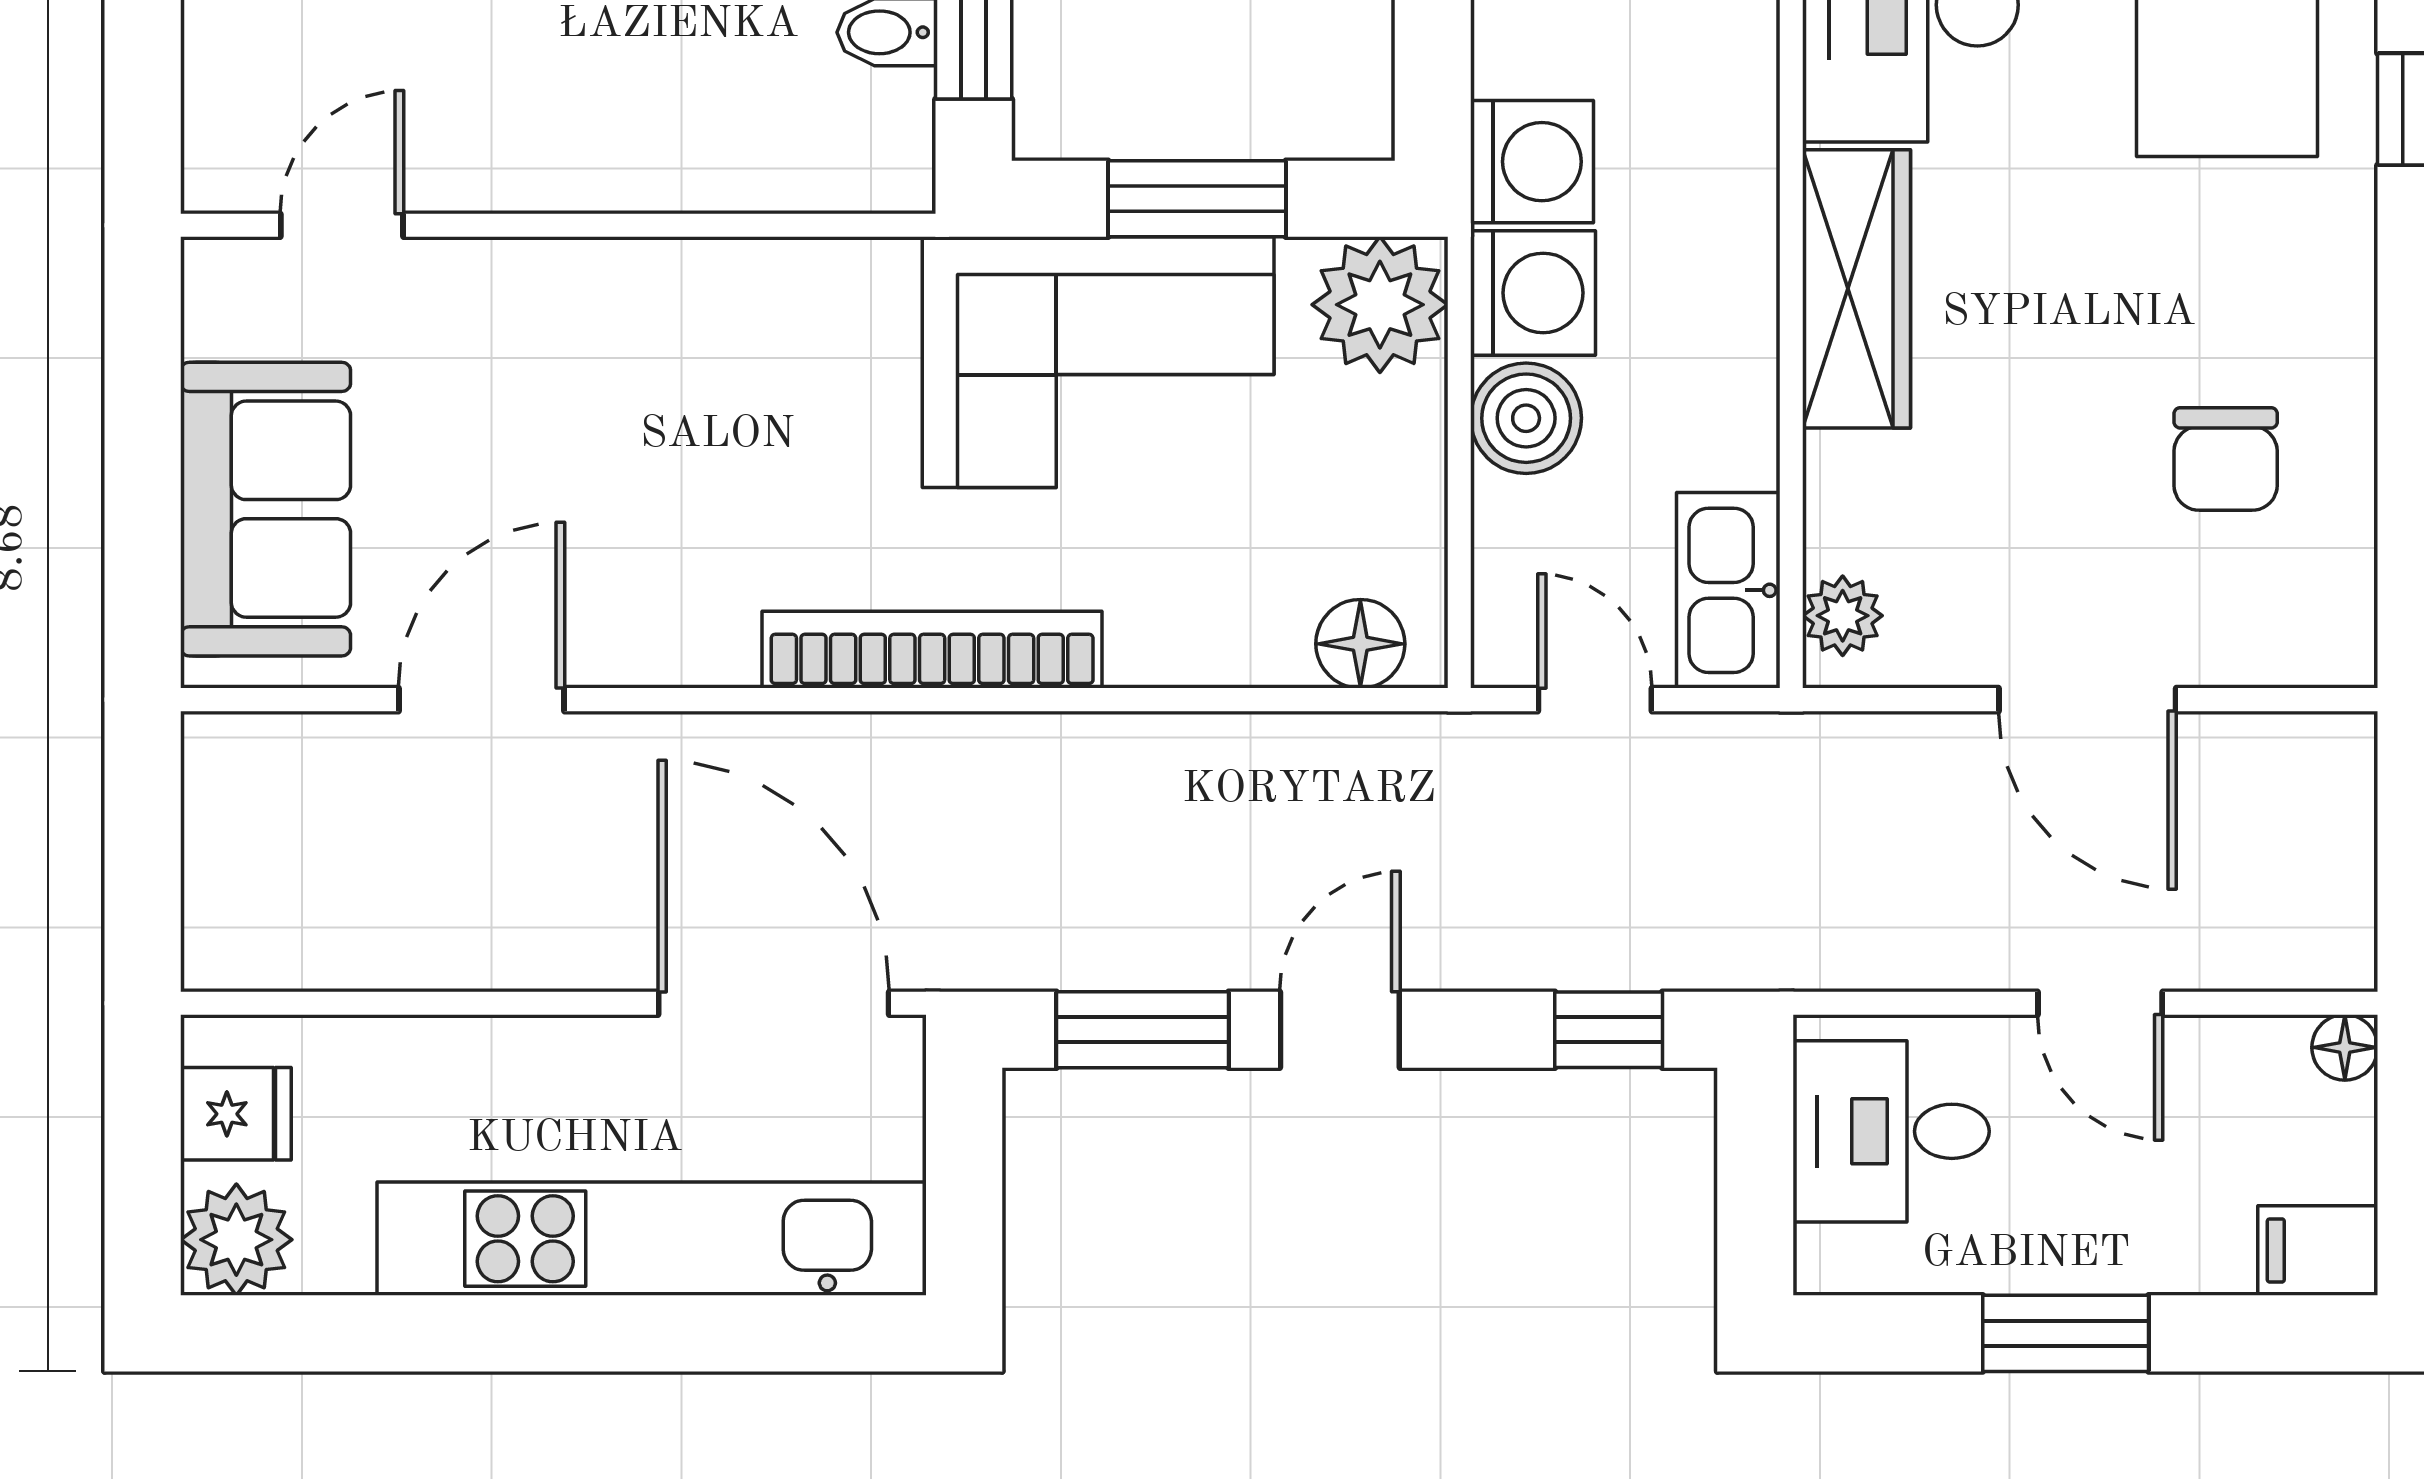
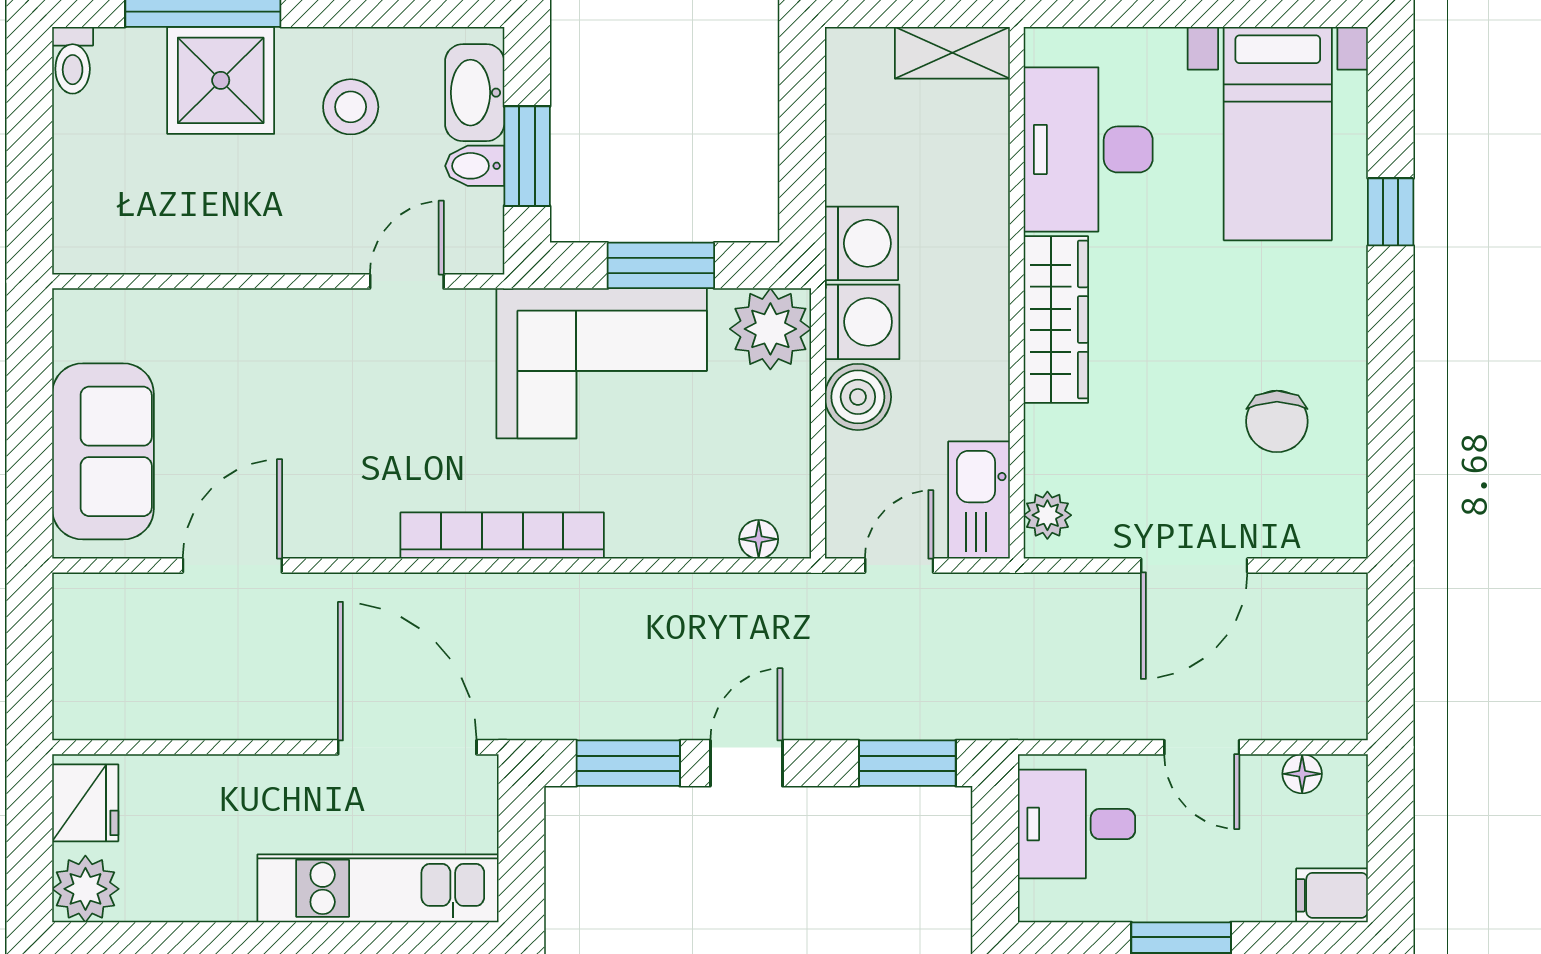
door: (342, 225) -> (407, 281), moved
floor lamp: (1360, 644) -> (759, 539), width x0.73, depth x0.73
door: (1595, 700) -> (899, 565), hinge flipped
door: (2087, 700) -> (1194, 565), hinge flipped
window: (1609, 1030) -> (907, 763), width x1.50
floor lamp: (2345, 1047) -> (1302, 774), moved
fridge: (236, 1114) -> (85, 803), width x1.38
kitchen unit: (652, 1239) -> (378, 888), width x0.73

